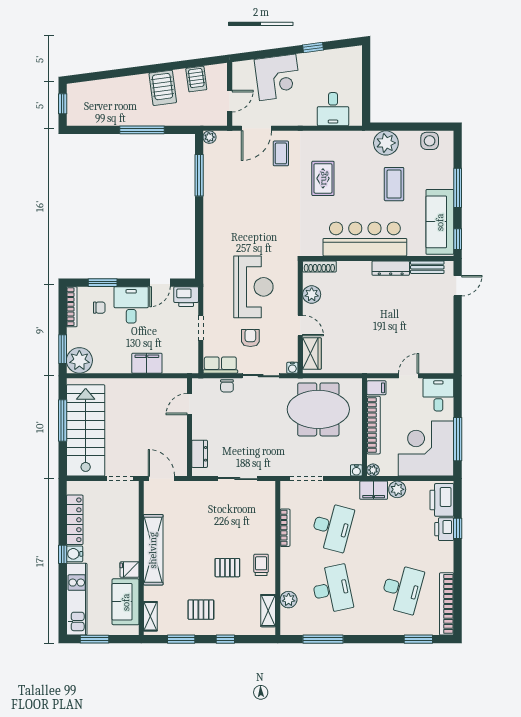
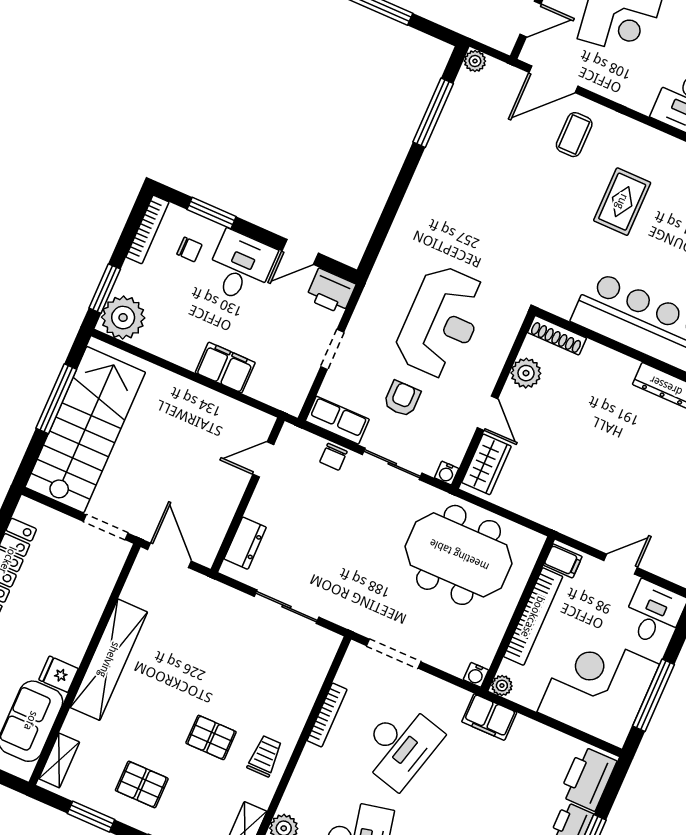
plant: (397, 489) -> (526, 732), removed

